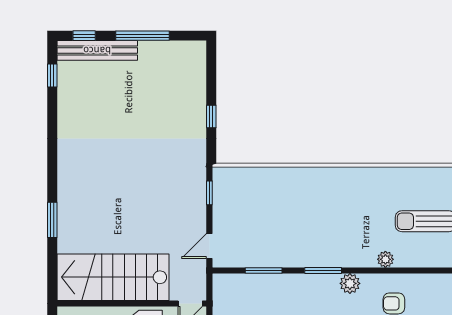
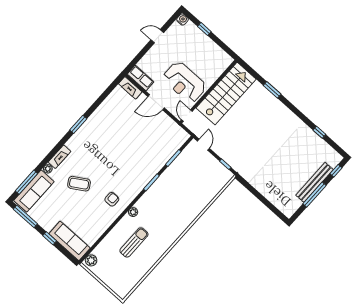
bench: (97, 50) -> (314, 182), moved
window: (52, 76) -> (319, 132), moved
window: (211, 116) -> (256, 193), removed
plant: (350, 283) -> (136, 189), removed

